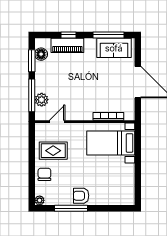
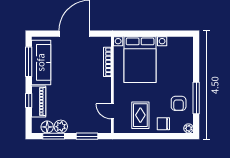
sofa: (114, 48) -> (41, 62), width x1.36
window: (32, 95) -> (87, 136), width x0.69
plant: (42, 100) -> (61, 127), moved
bed with nightstands: (111, 143) -> (140, 60), width x1.36
armchair: (81, 196) -> (179, 103), moved

